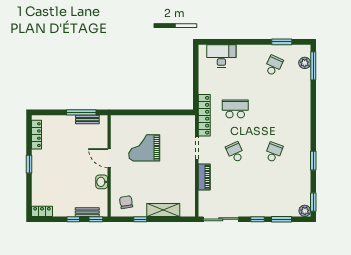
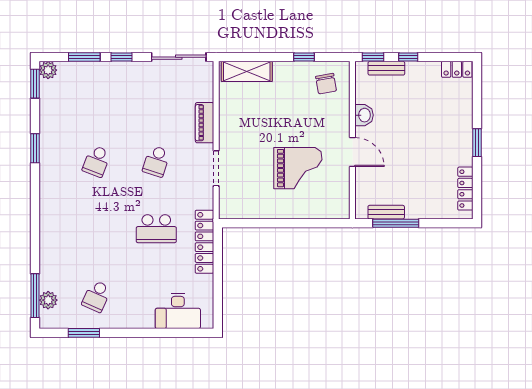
locker: (204, 115) -> (204, 242), moved
school desk: (235, 152) -> (156, 161), turned 42
shelving: (163, 210) -> (247, 71), moved

